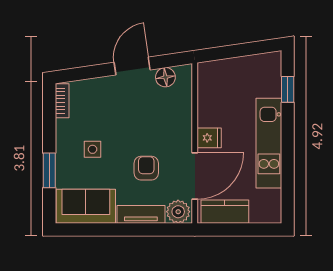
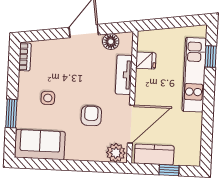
fridge: (209, 138) -> (146, 60), moved
kitchen unit: (269, 143) -> (194, 75), moved
tv unit: (141, 214) -> (124, 75), moved, turned -90
window: (244, 230) -> (169, 170), added

